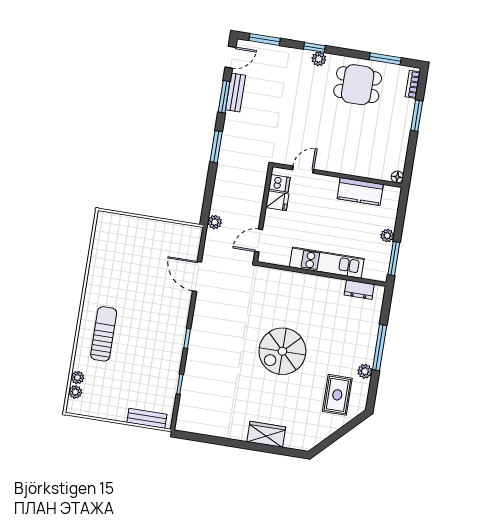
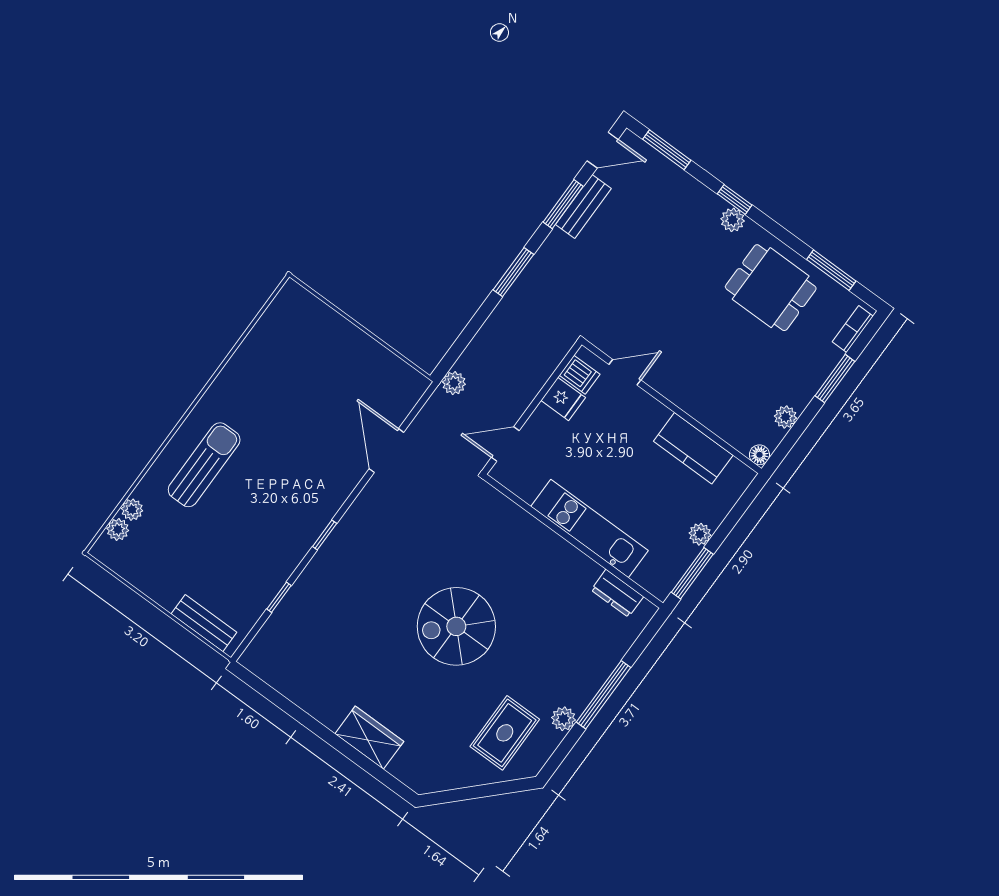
plant: (401, 150) -> (785, 417), added

